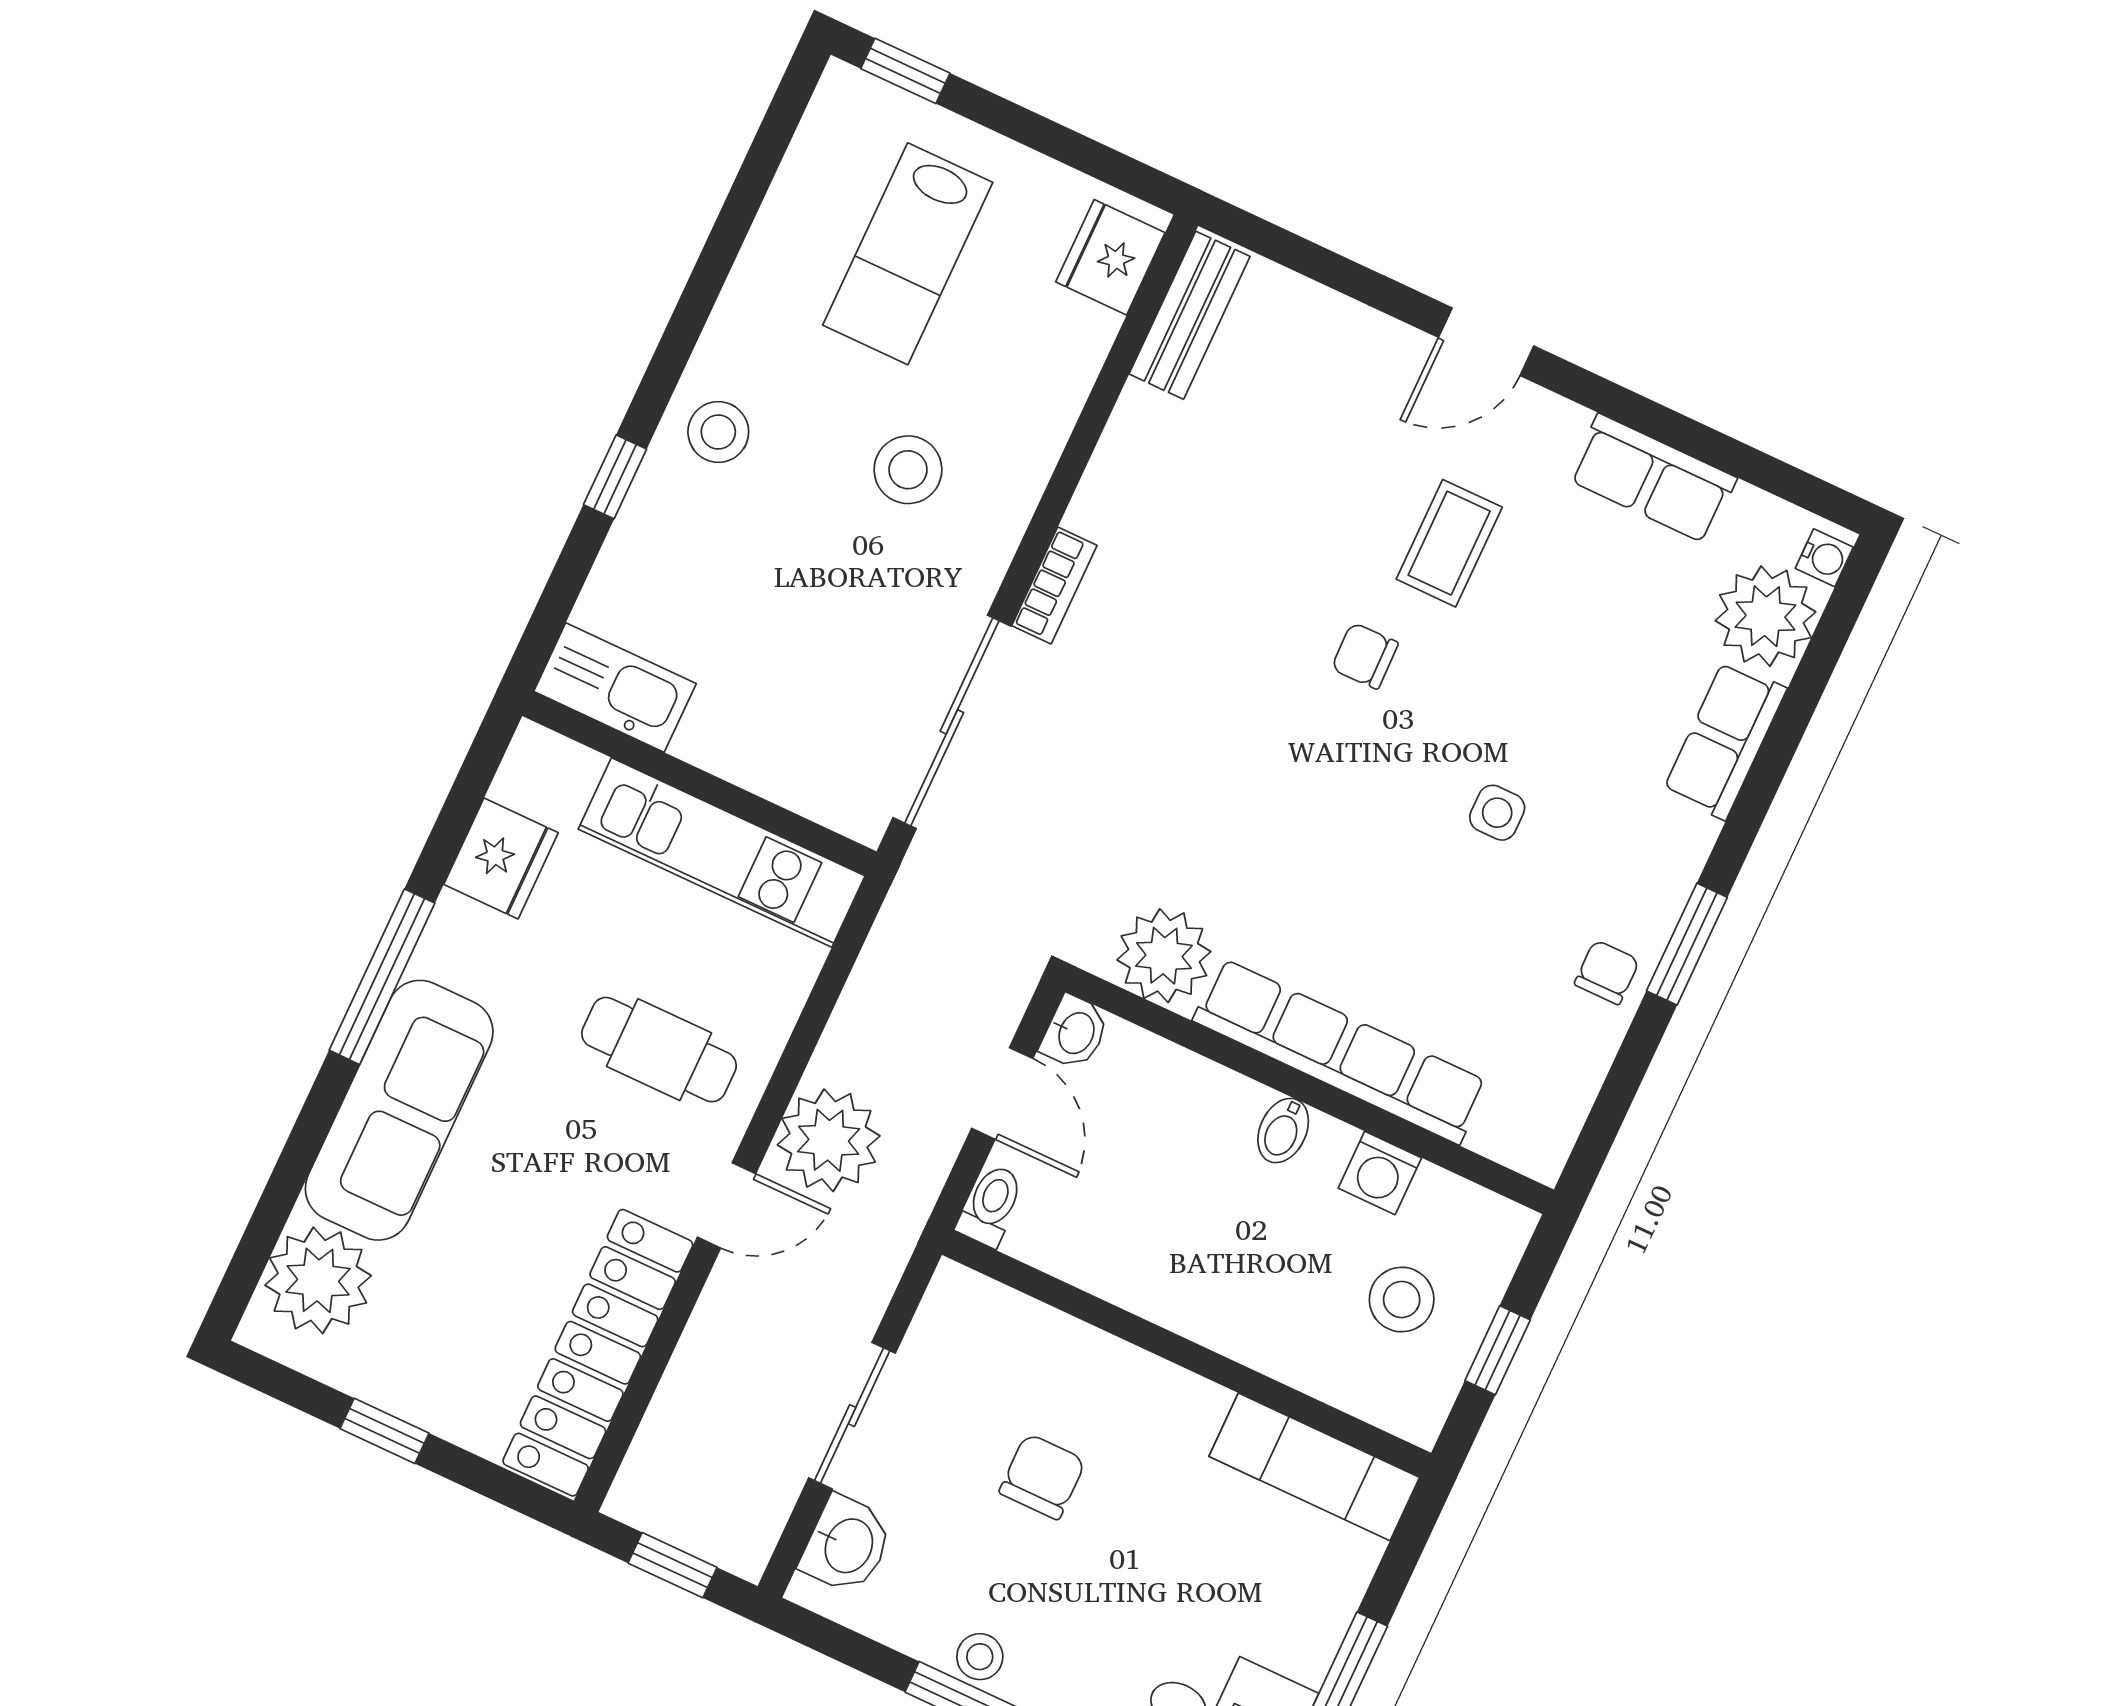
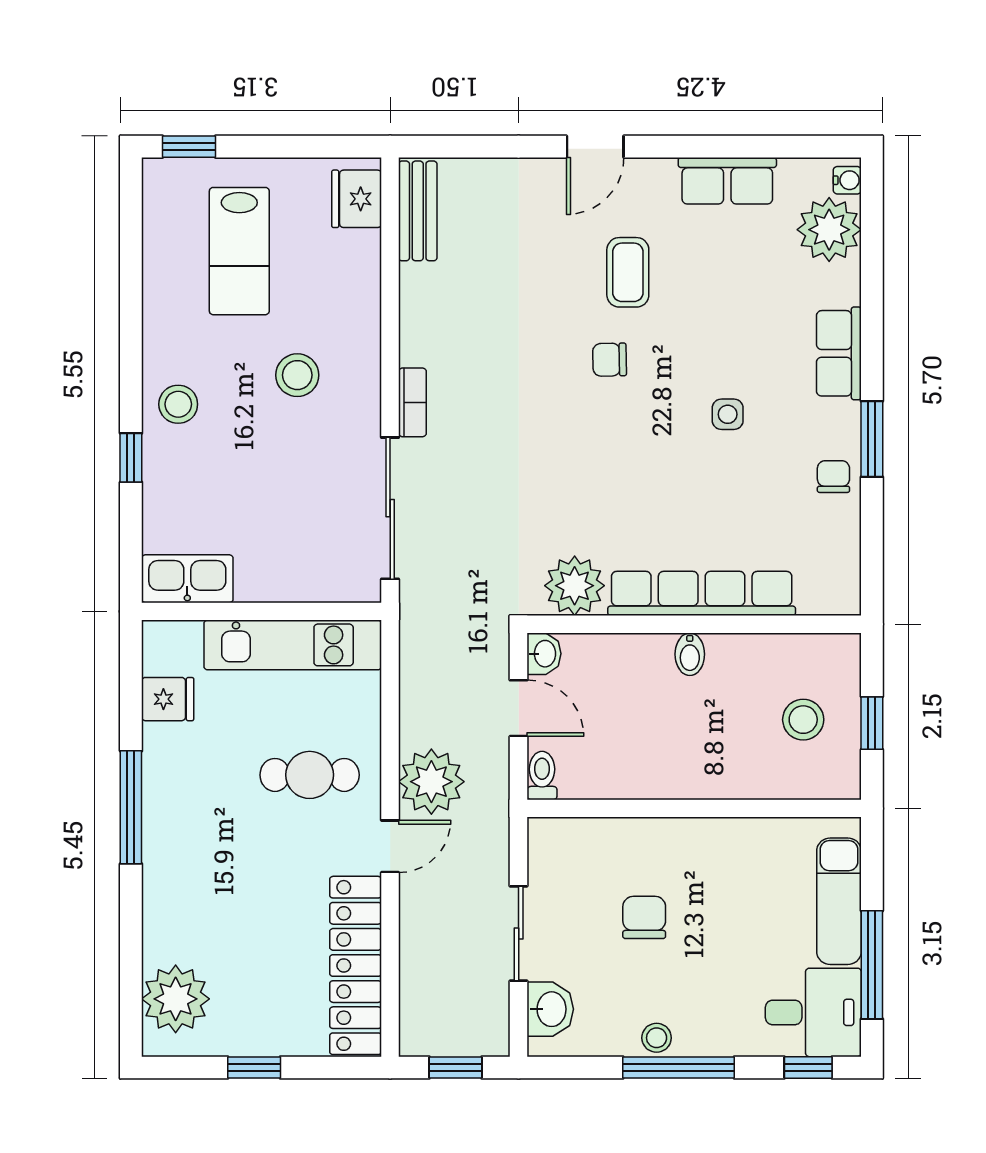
row of seats: (1725, 740) -> (839, 353), moved
fridge: (501, 859) -> (168, 699), width x0.72
sofa: (399, 1110) -> (177, 879), removed
washing machine: (1380, 1173) -> (757, 653), removed
exam couch: (1314, 1467) -> (839, 901), moved, turned 90

